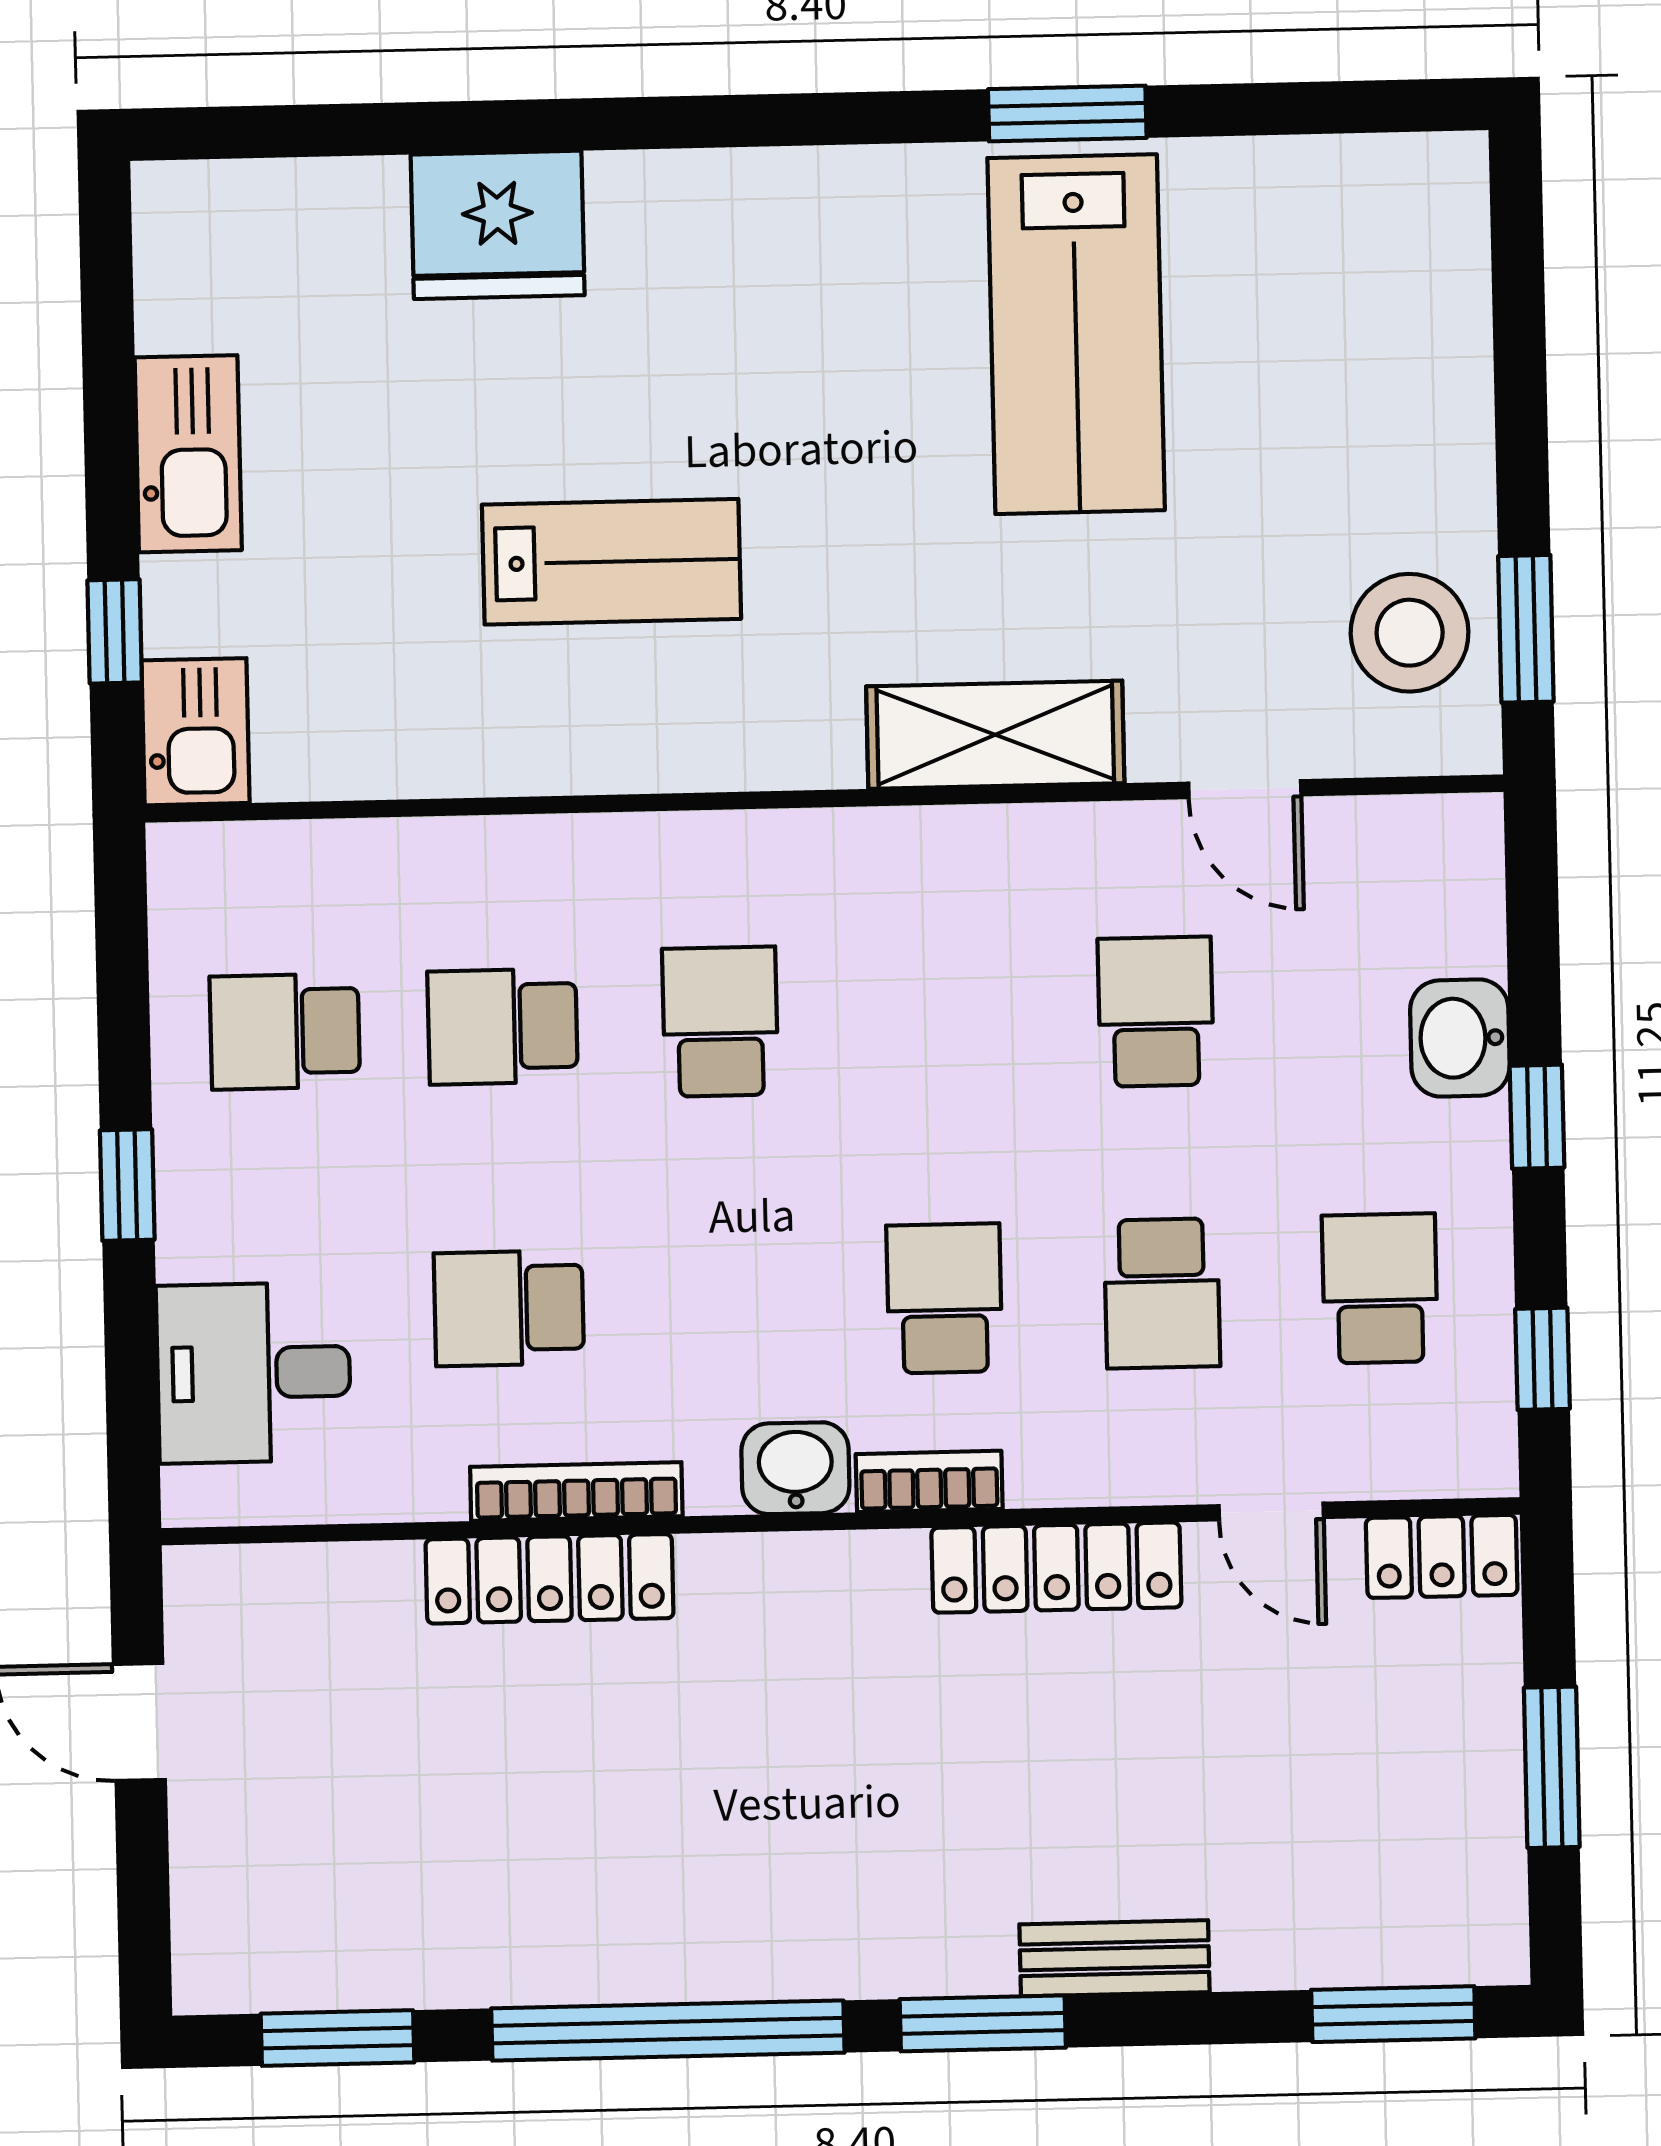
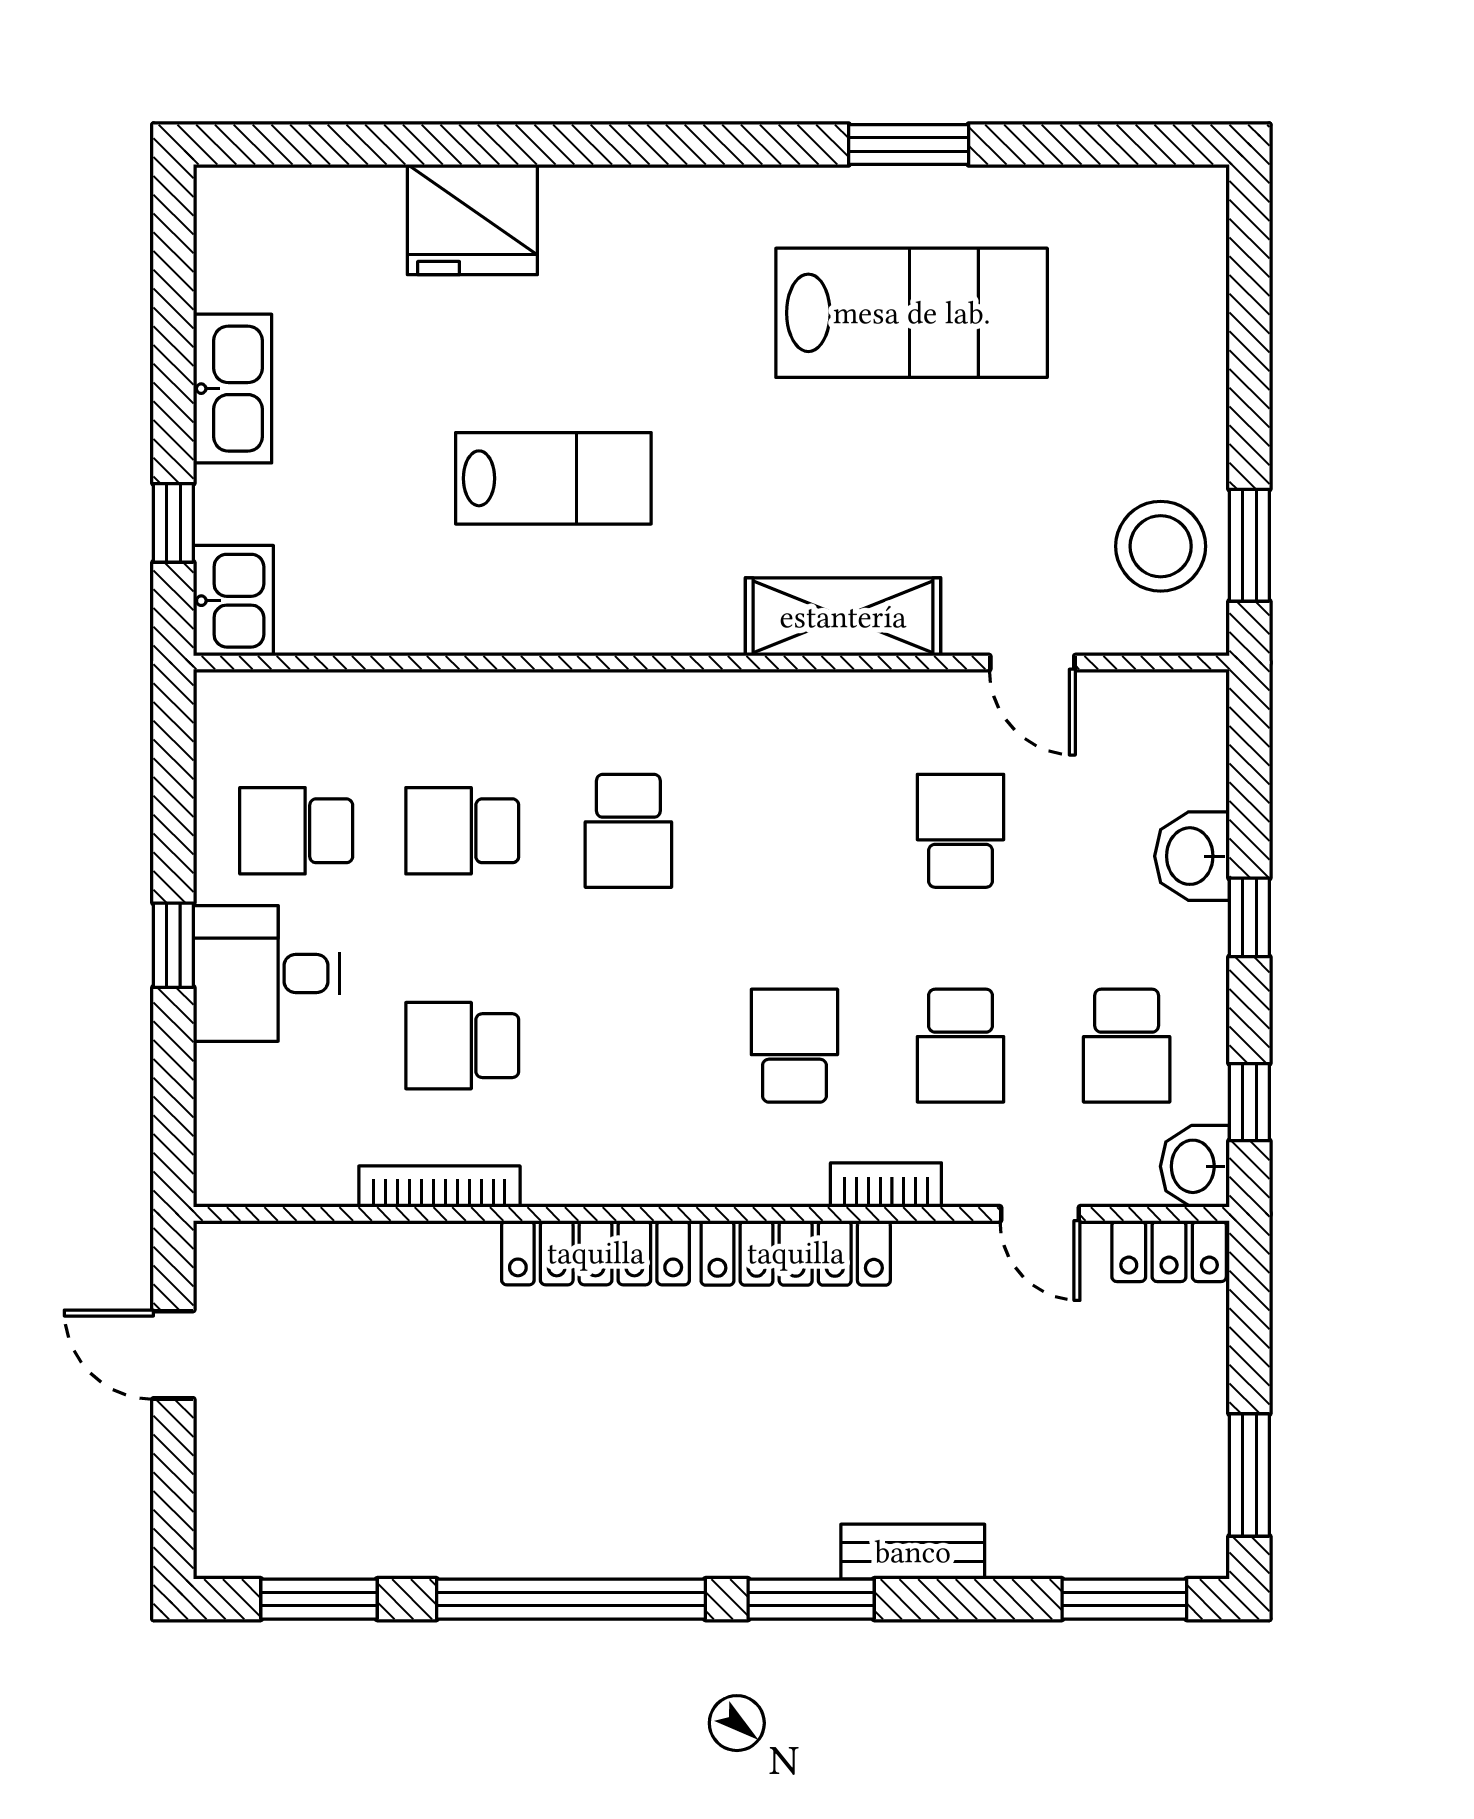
lab bench: (1076, 334) -> (912, 313), turned -90
school desk: (720, 1022) -> (628, 831), turned 180
school desk: (1380, 1288) -> (1127, 1046), turned 180
desk: (254, 1373) -> (266, 973), moved
washbasin: (795, 1468) -> (1195, 1166), moved, turned -90
bookcase: (929, 1481) -> (886, 1185), moved
bookcase: (576, 1492) -> (439, 1187), moved
locker: (1056, 1568) -> (796, 1253), moved
locker: (550, 1579) -> (596, 1253), moved
window: (1552, 1767) -> (1249, 1475), moved

